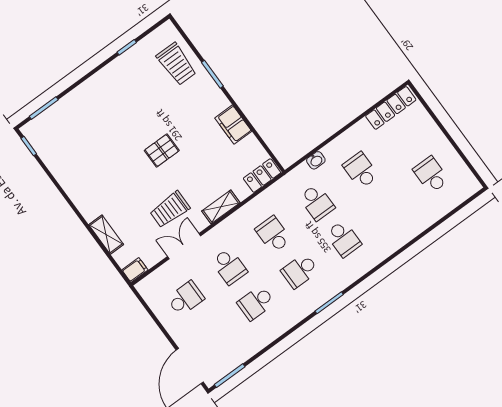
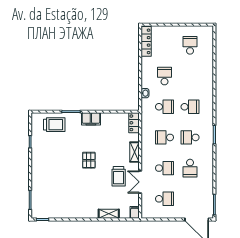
filing cabinet: (233, 125) -> (91, 119), moved
school desk: (361, 170) -> (165, 76), turned 90
school desk: (431, 175) -> (190, 45), turned 90
school desk: (300, 271) -> (190, 137), turned 90
school desk: (186, 298) -> (165, 199), turned 90

